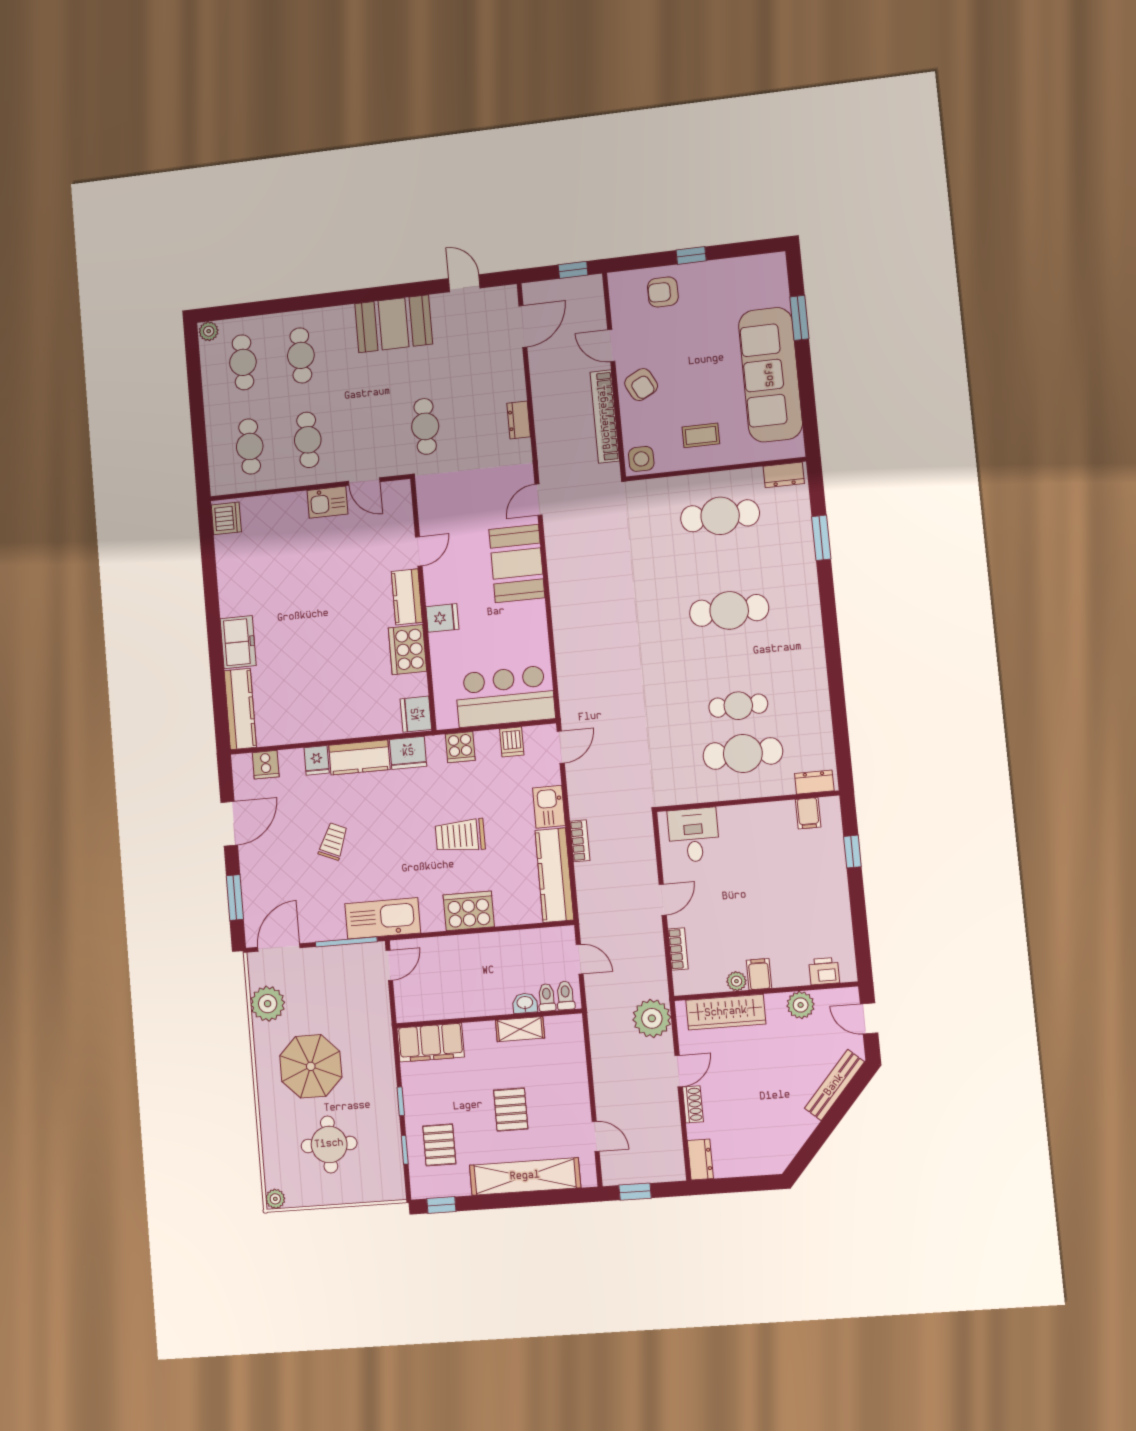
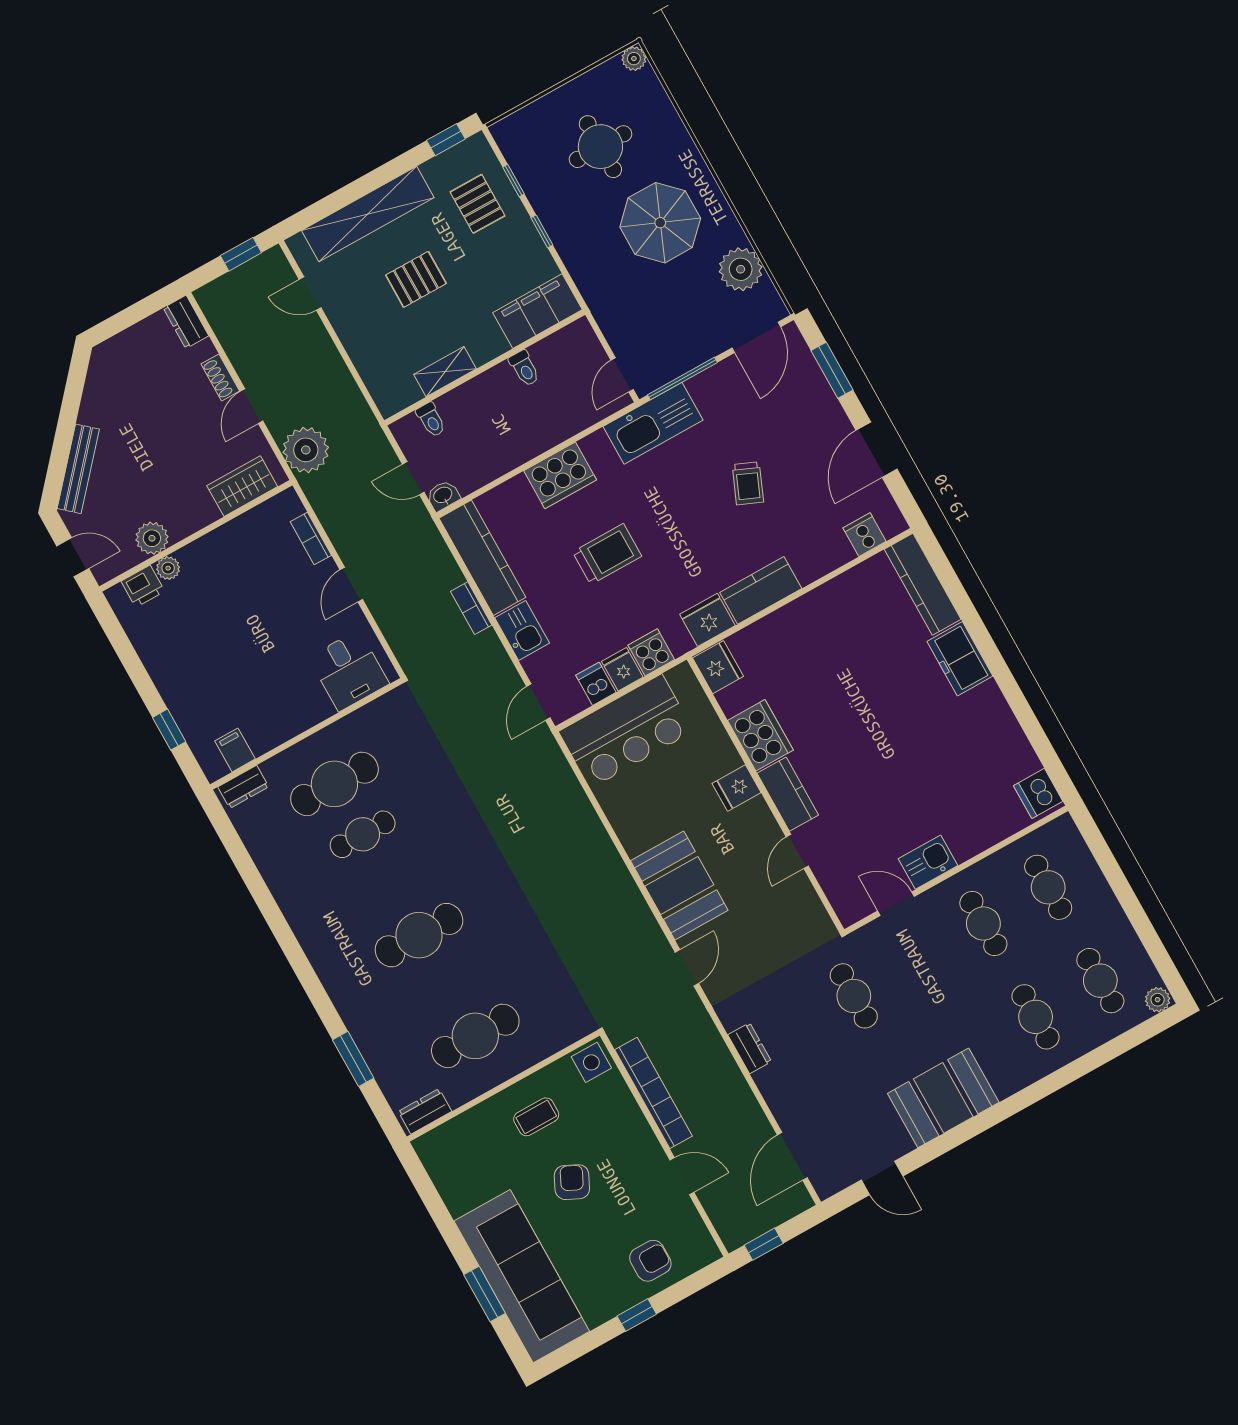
sofa: (770, 375) -> (522, 1276), moved
armchair: (641, 385) -> (572, 1182), moved, turned 53
fridge: (317, 760) -> (622, 669), moved
filing cabinet: (759, 974) -> (211, 551), removed
plant: (736, 981) -> (168, 568), moved
toilet: (565, 995) -> (524, 368), moved
washbasin: (525, 1003) -> (443, 496), moved, turned 180
wardrobe: (726, 1012) -> (242, 486), width x0.67
pallet: (511, 1110) -> (416, 279), turned 90

